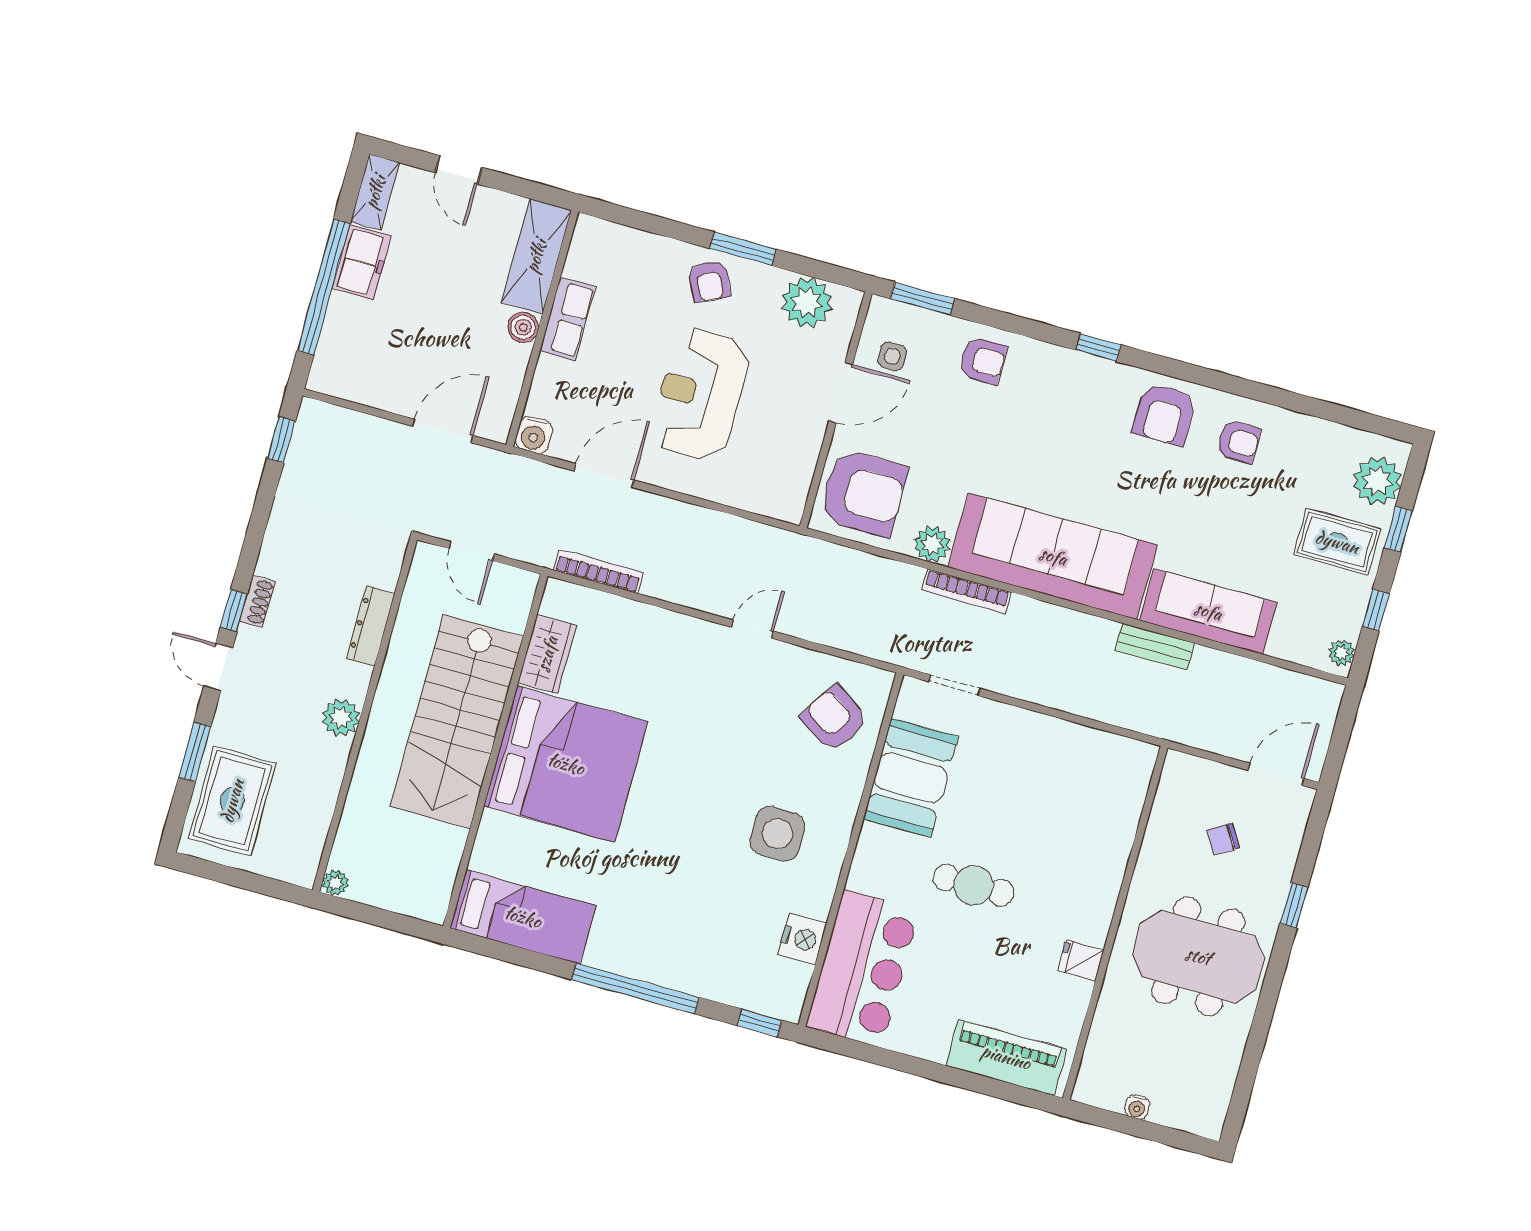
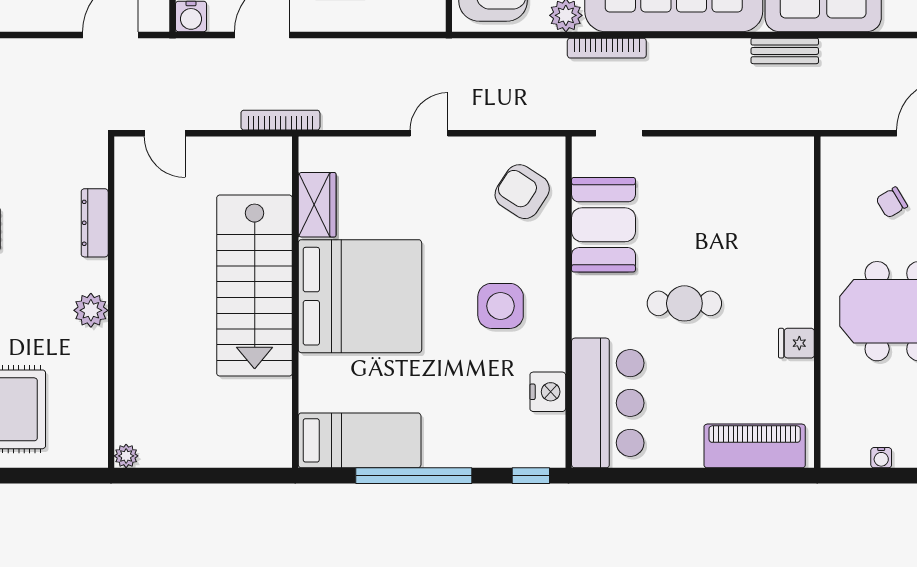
wardrobe: (547, 654) -> (317, 205), moved
stairs: (457, 721) -> (255, 286), moved
wall: (495, 751) -> (295, 302), moved
bed: (566, 764) -> (360, 296), moved
bed: (523, 917) -> (360, 440), moved

